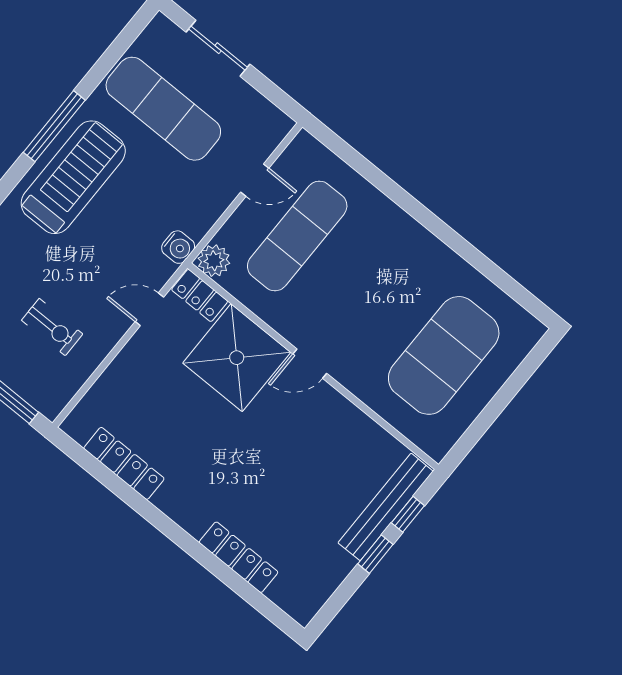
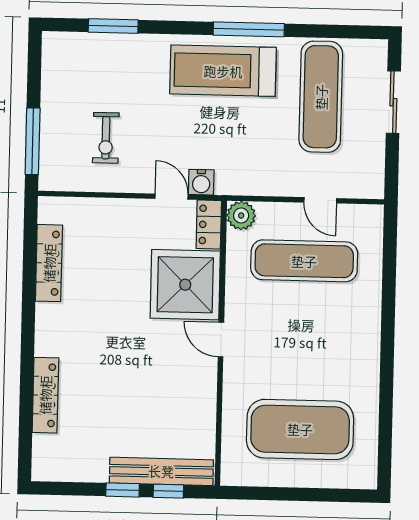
treadmill: (73, 177) -> (223, 71), turned 180
water cooler: (178, 247) -> (201, 182), moved

